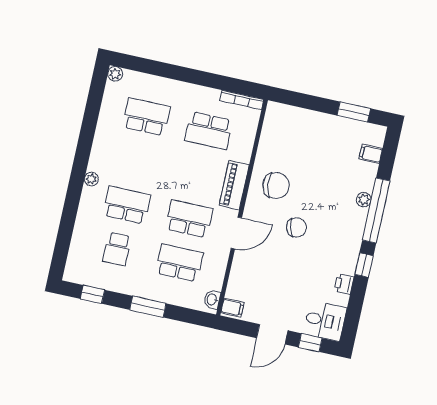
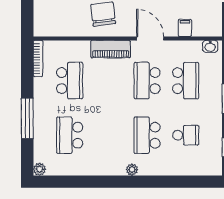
window: (176, 73) -> (27, 118), added
school desk: (179, 263) -> (186, 81), turned 180
filing cabinet: (232, 308) -> (185, 28), moved

